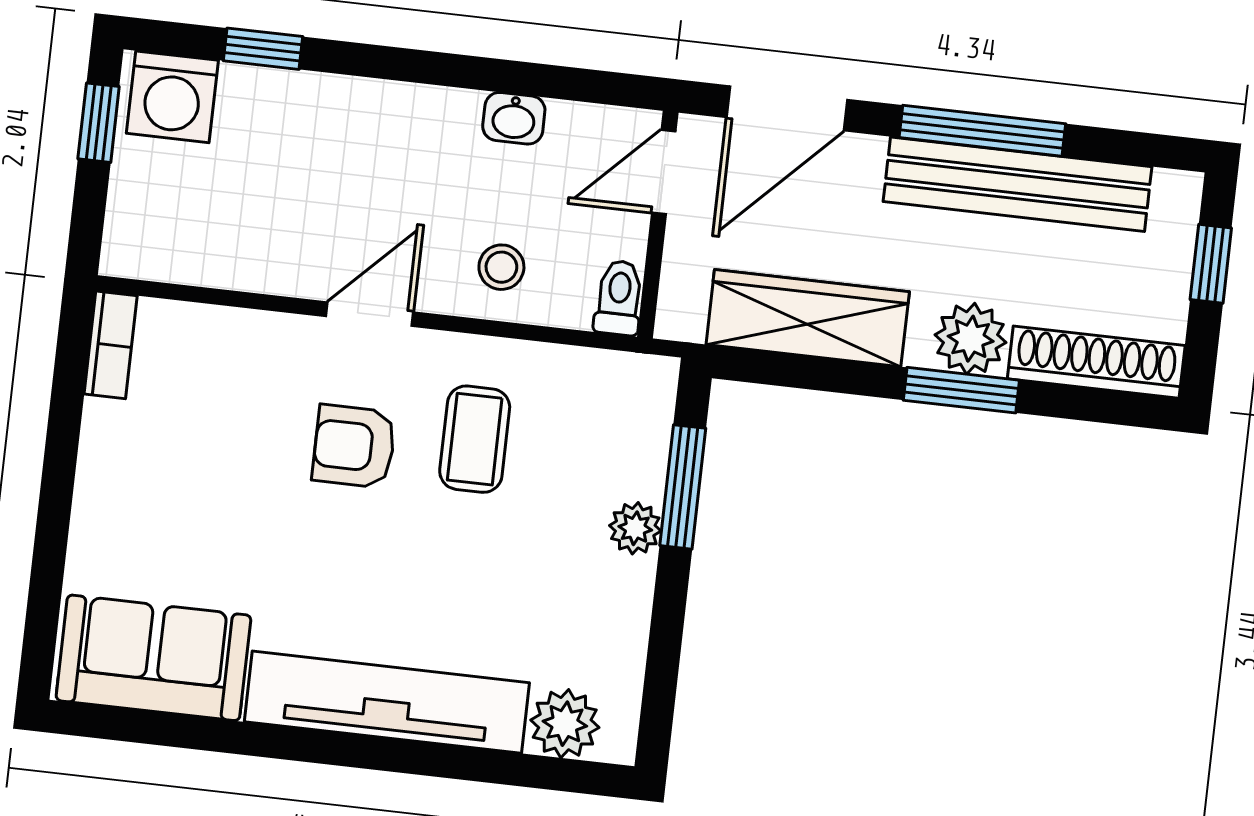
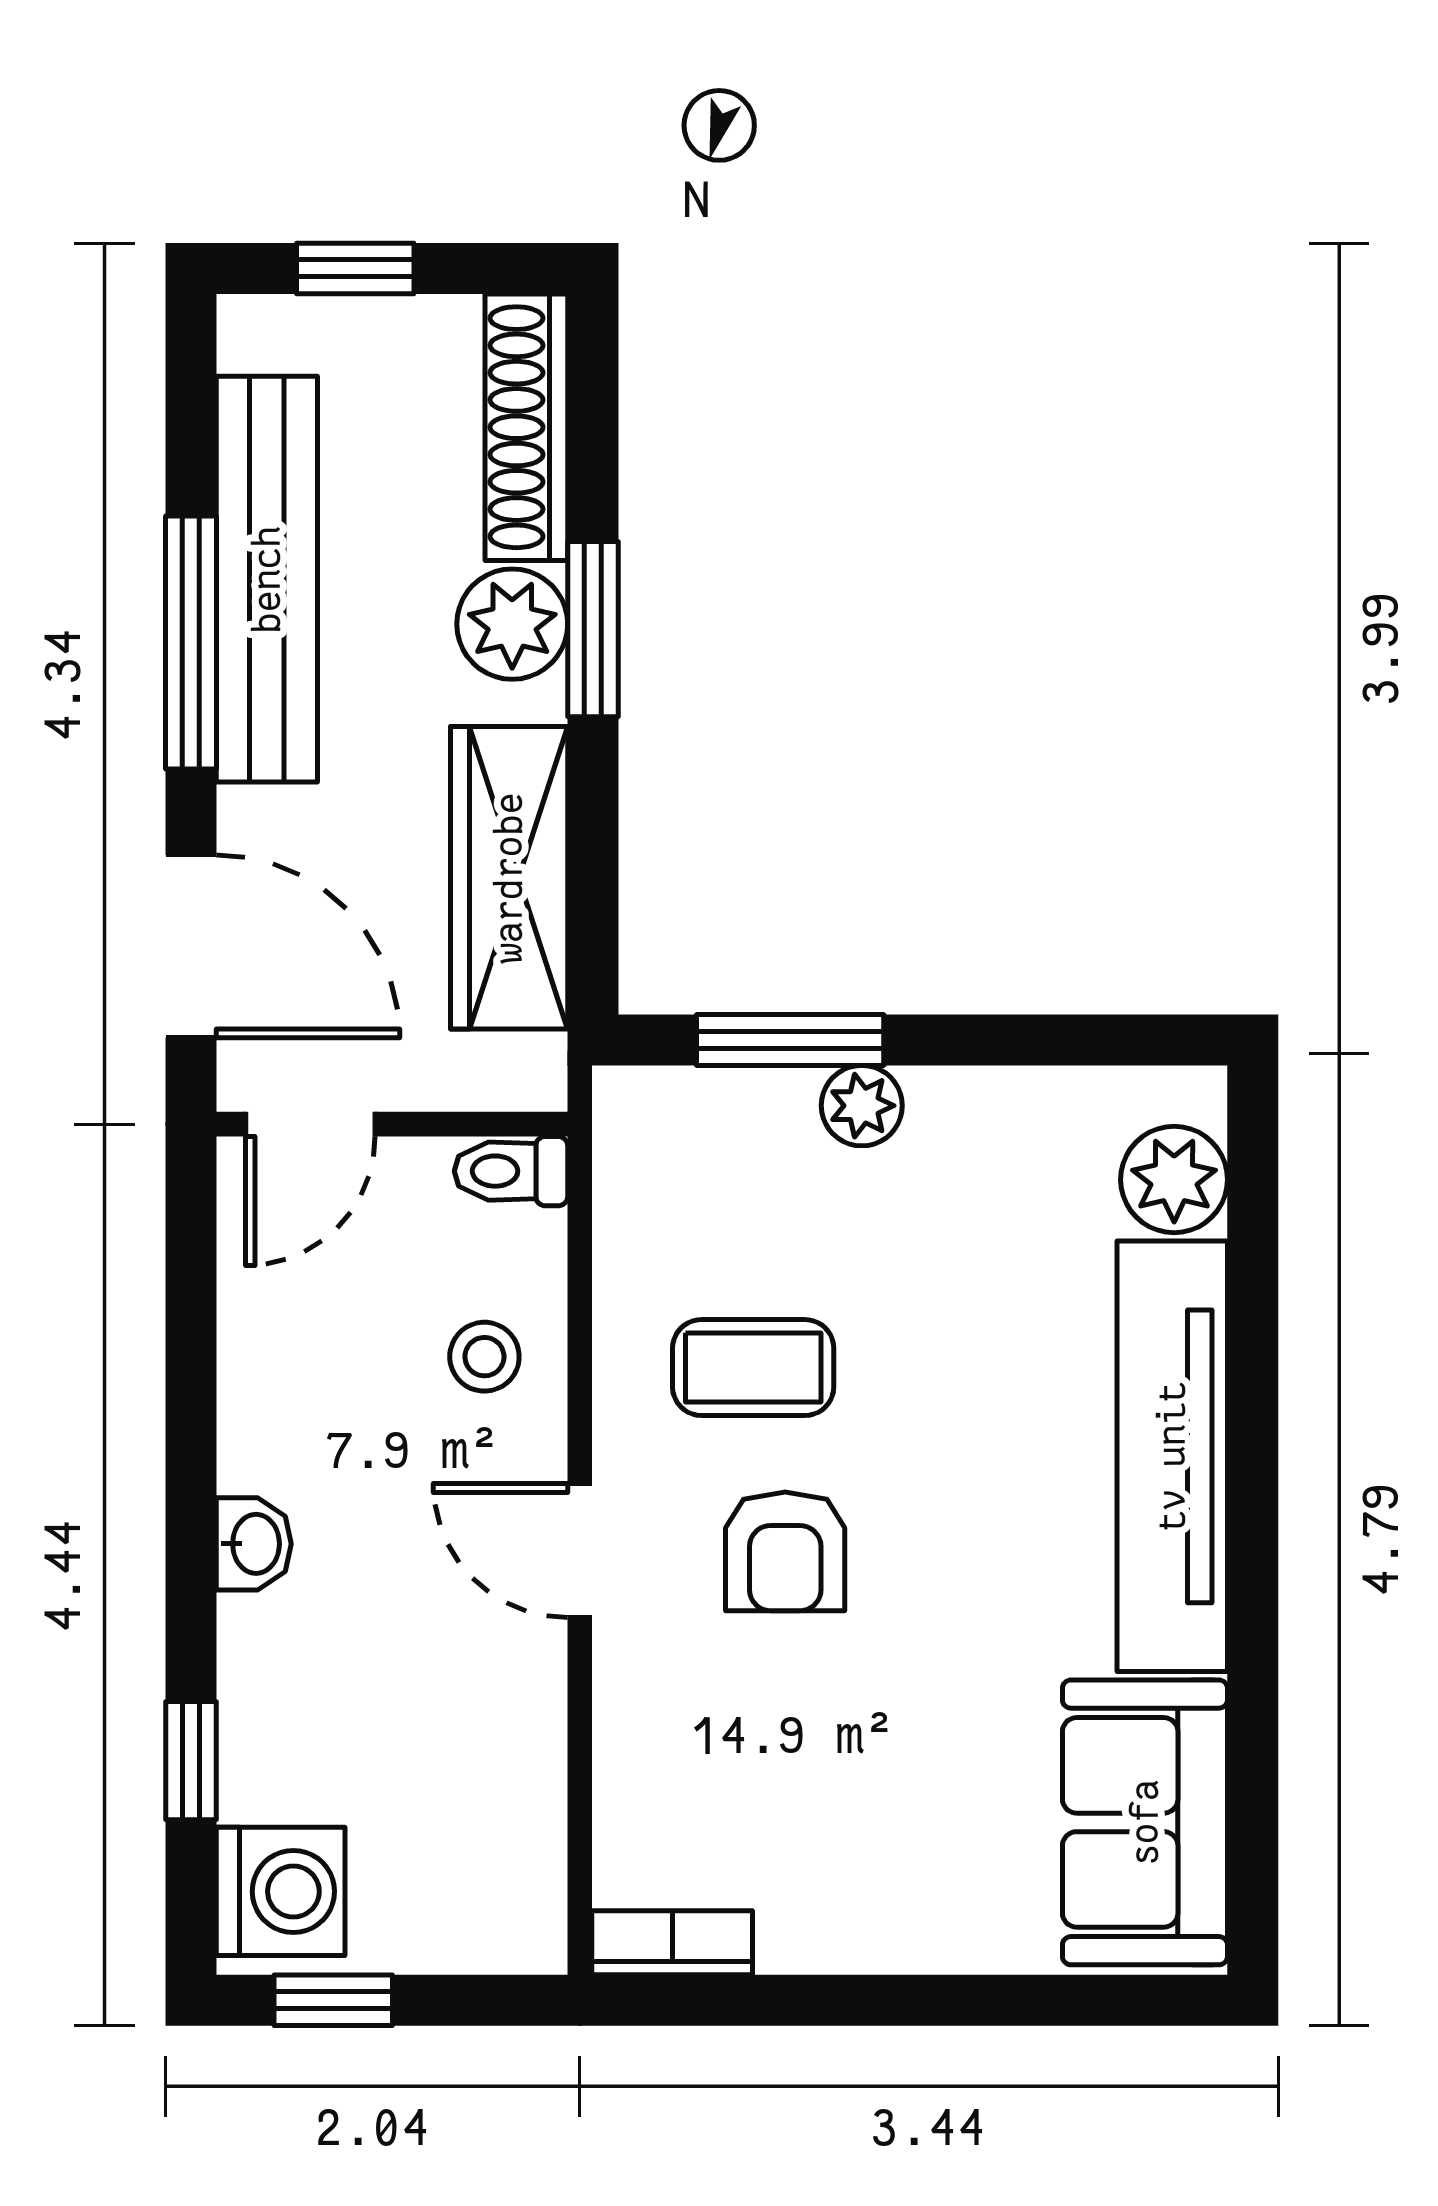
washbasin: (514, 118) -> (254, 1544), moved
door: (664, 172) -> (310, 1124), hinge flipped

